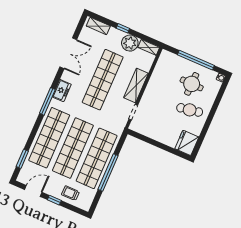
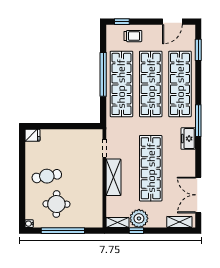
window: (123, 28) -> (136, 231), moved
double door: (68, 53) -> (198, 195), moved
fridge: (187, 143) -> (32, 135), width x0.53, depth x0.75
window: (54, 200) -> (122, 22), moved

